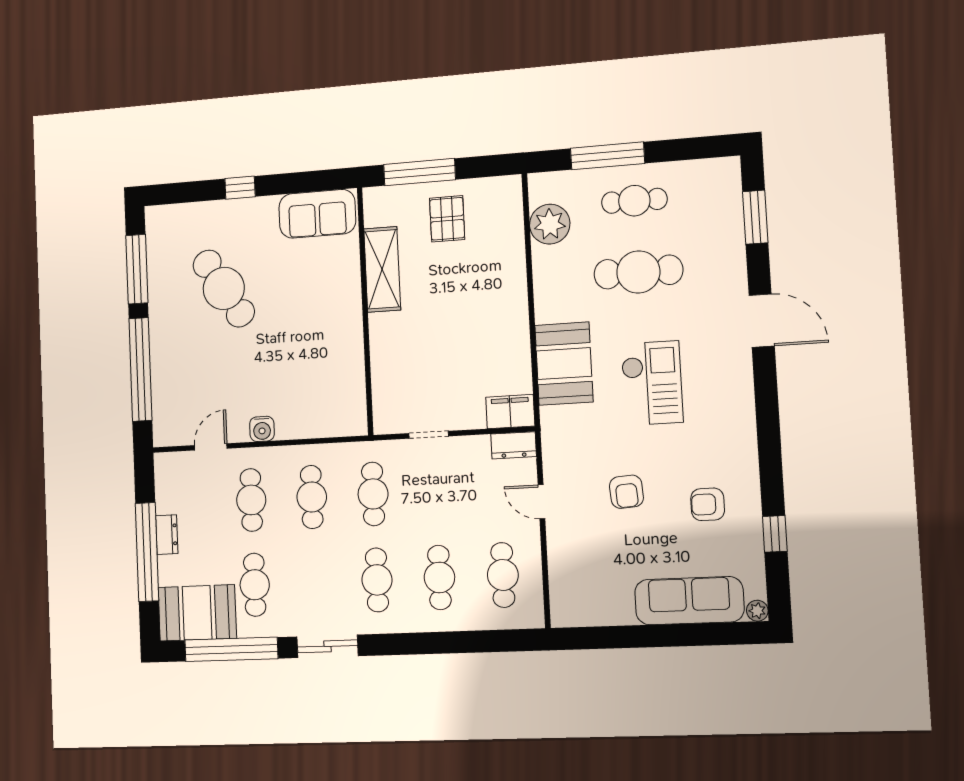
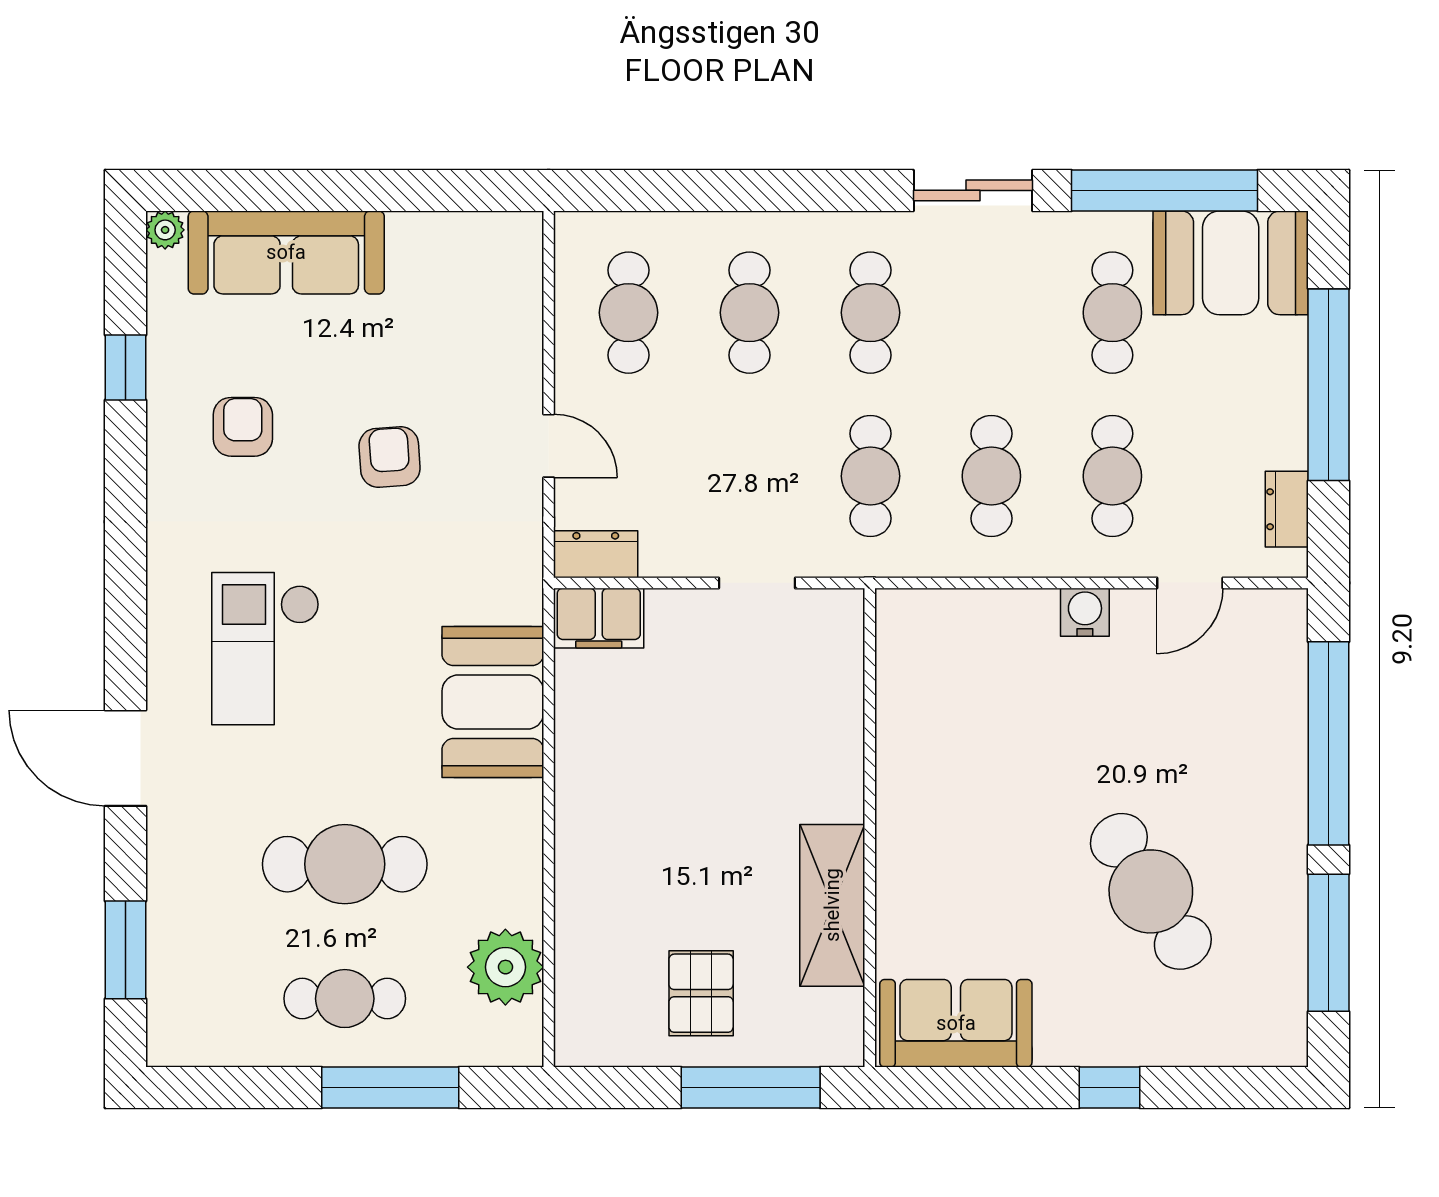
checkout: (652, 383) -> (265, 649), moved
armchair: (708, 504) -> (243, 427), turned -90
dresser: (167, 535) -> (1287, 509), moved

